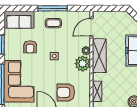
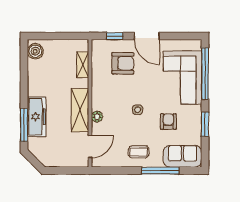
window: (52, 8) -> (160, 171), moved
plant: (83, 64) -> (101, 100), removed

